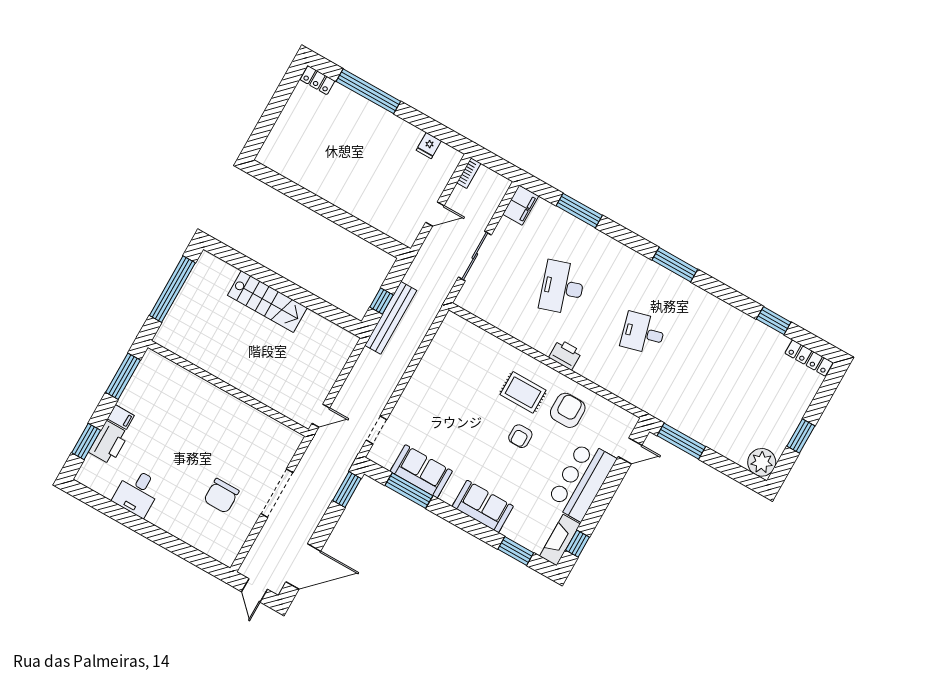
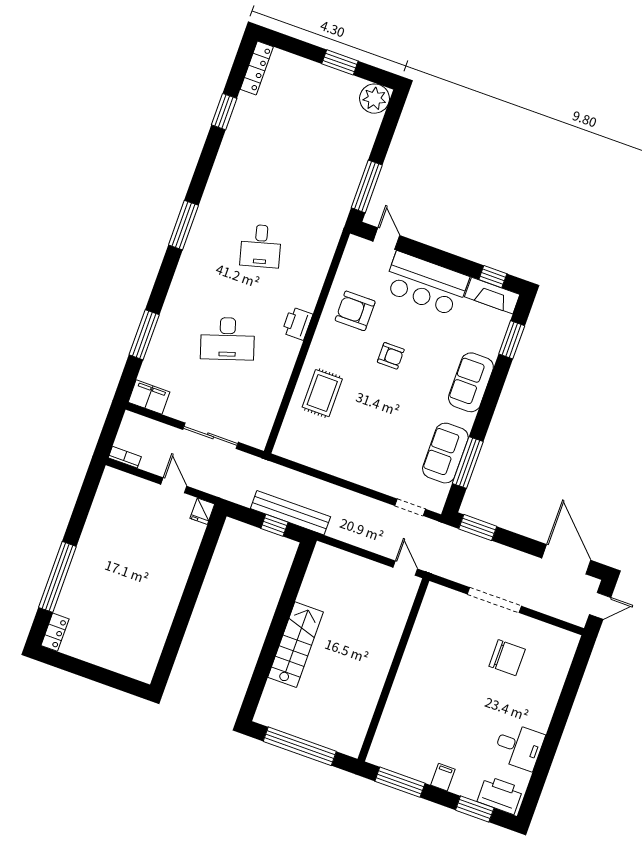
fridge: (429, 146) -> (202, 511), moved, turned 90
rug: (523, 392) -> (322, 393), moved
printer: (109, 443) -> (500, 795), moved

